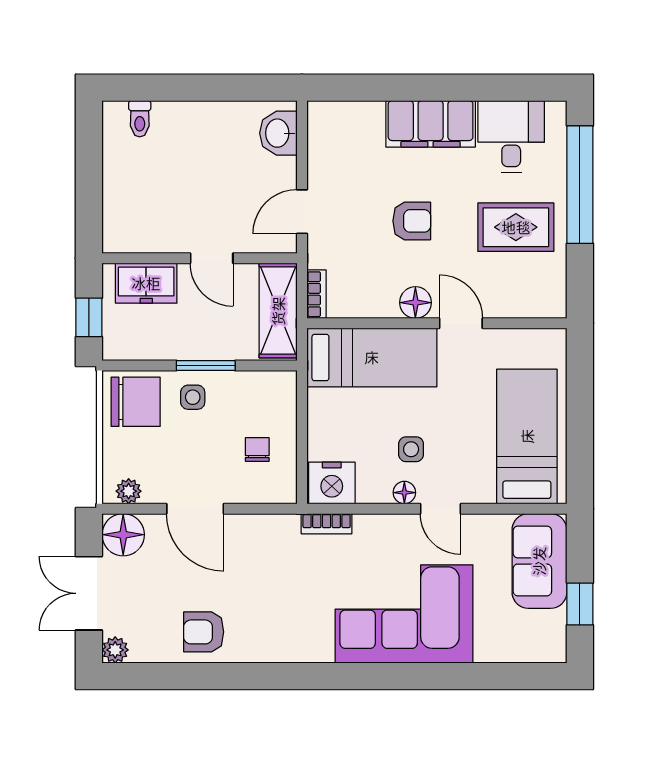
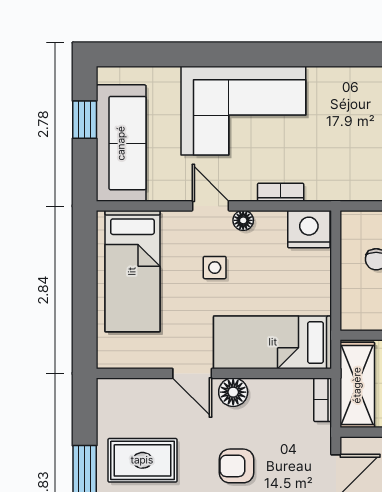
side table: (411, 449) -> (215, 268), moved
bookcase: (327, 524) -> (281, 192), moved
sofa: (539, 561) -> (121, 143), width x1.36

